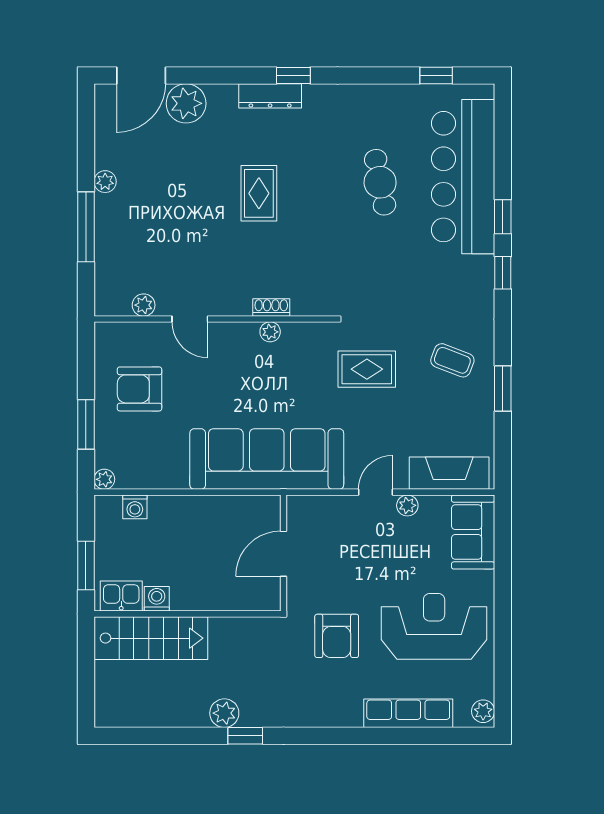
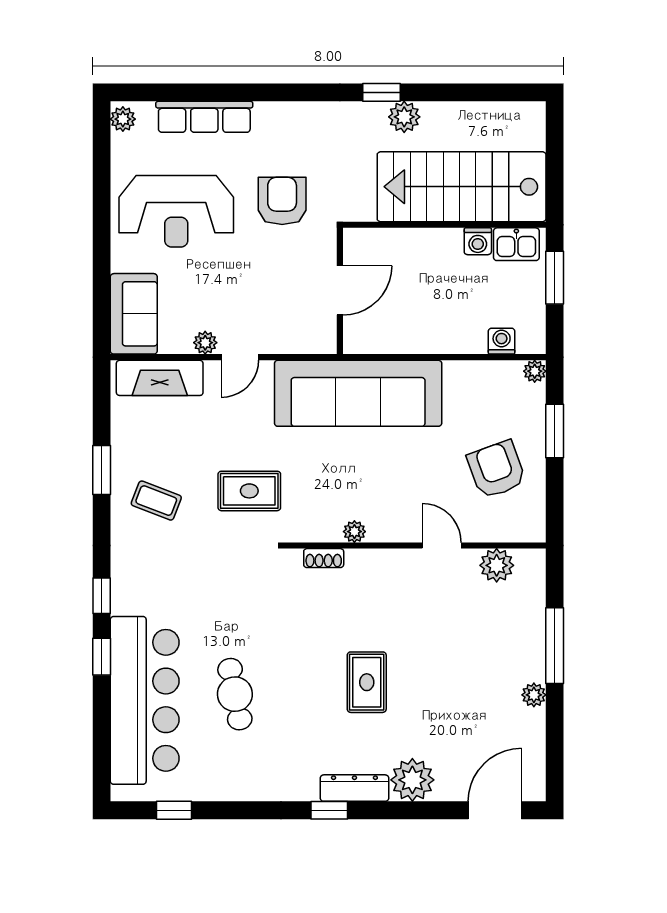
plant: (186, 103) -> (412, 780), moved
plant: (144, 305) -> (497, 565), width x1.38, depth x1.38
shoe rack: (271, 307) -> (324, 558), moved
armchair: (140, 389) -> (496, 469), turned -110
stairs: (151, 638) -> (462, 187), width x1.36, depth x1.51

